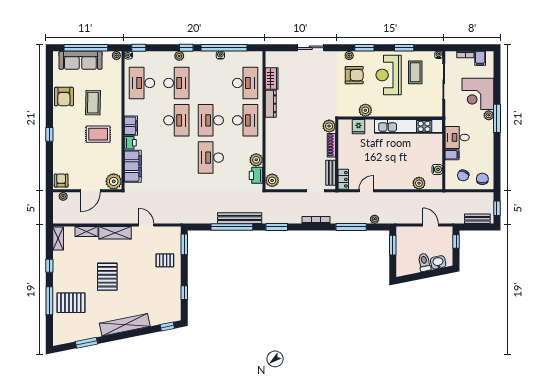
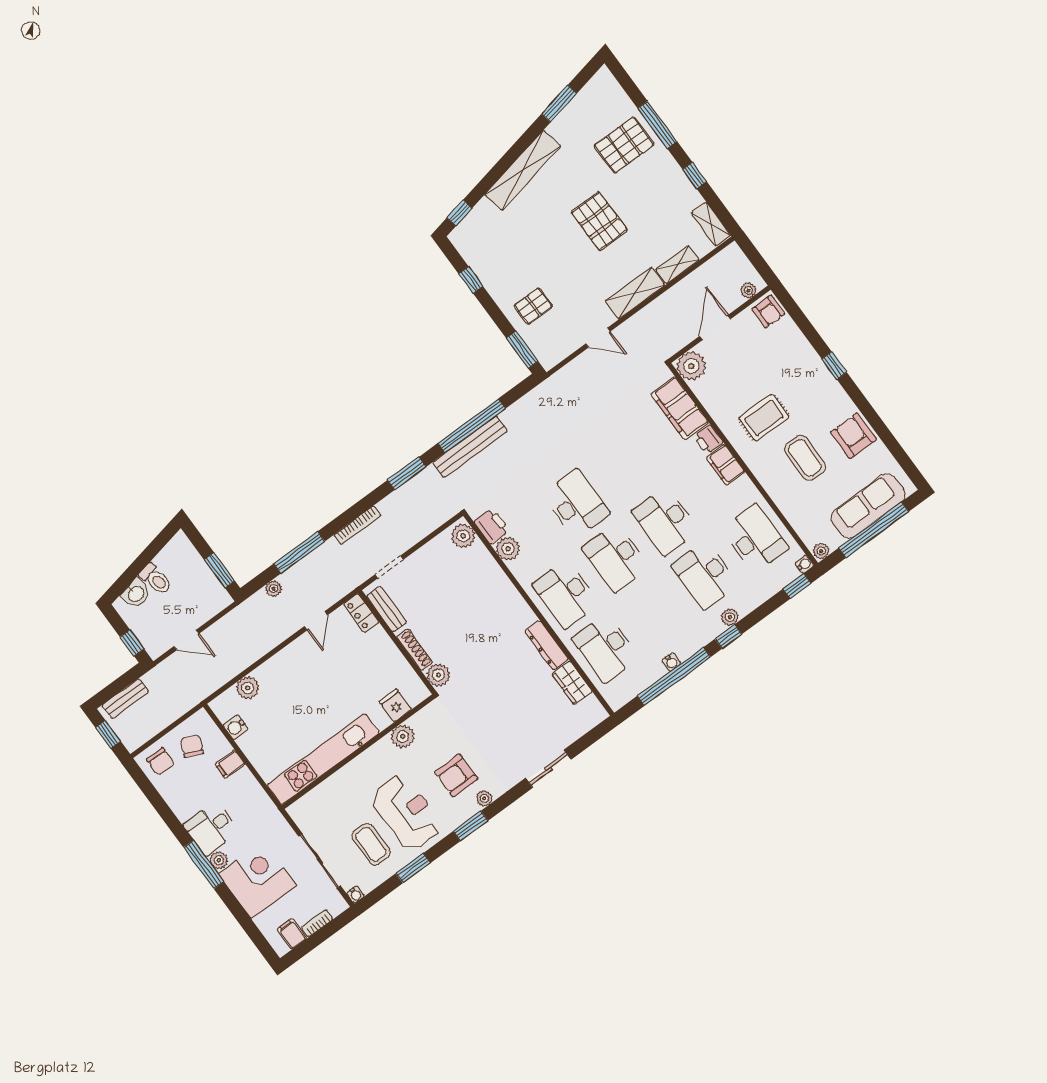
desk: (211, 120) -> (616, 558), turned 180
desk: (457, 137) -> (211, 828), moved, turned 180

